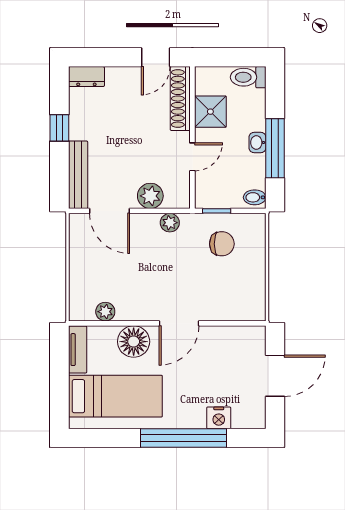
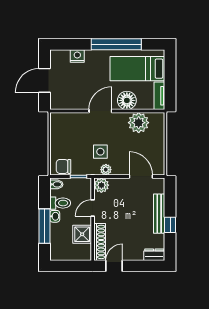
toilet: (248, 77) -> (60, 203), moved
window: (275, 148) -> (45, 226), moved
bench: (78, 175) -> (159, 214), moved
plant: (150, 196) -> (101, 185), moved
chair: (222, 244) -> (64, 166), moved
side table: (179, 253) -> (100, 152), added
plant: (105, 312) -> (139, 123), width x1.88, depth x1.88
window: (184, 438) -> (116, 44), moved

